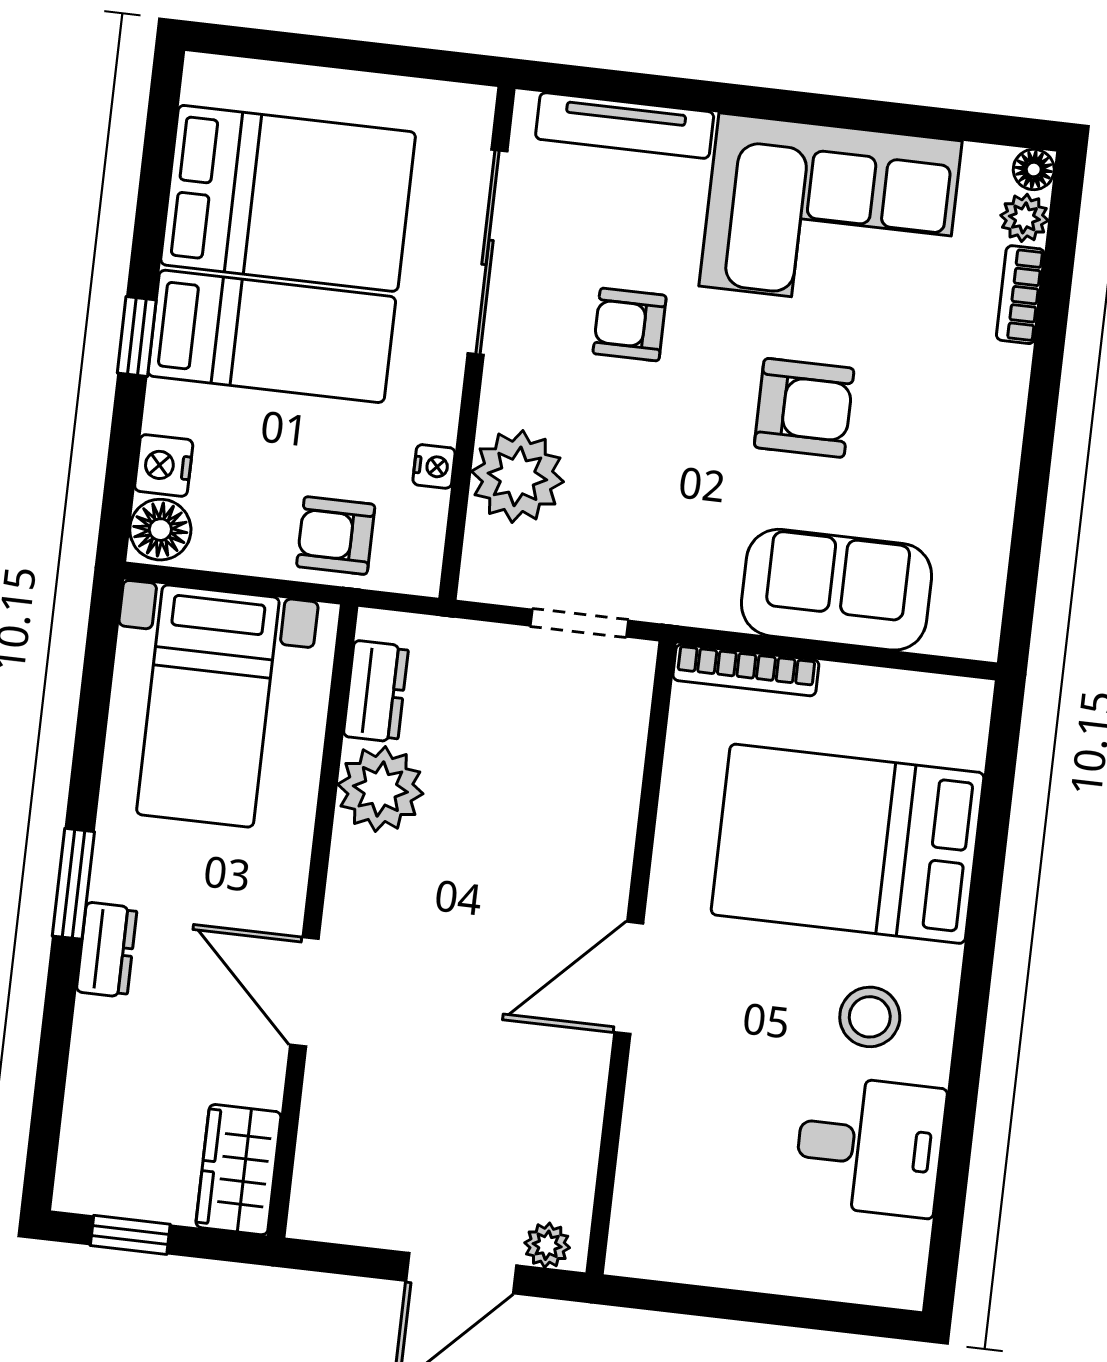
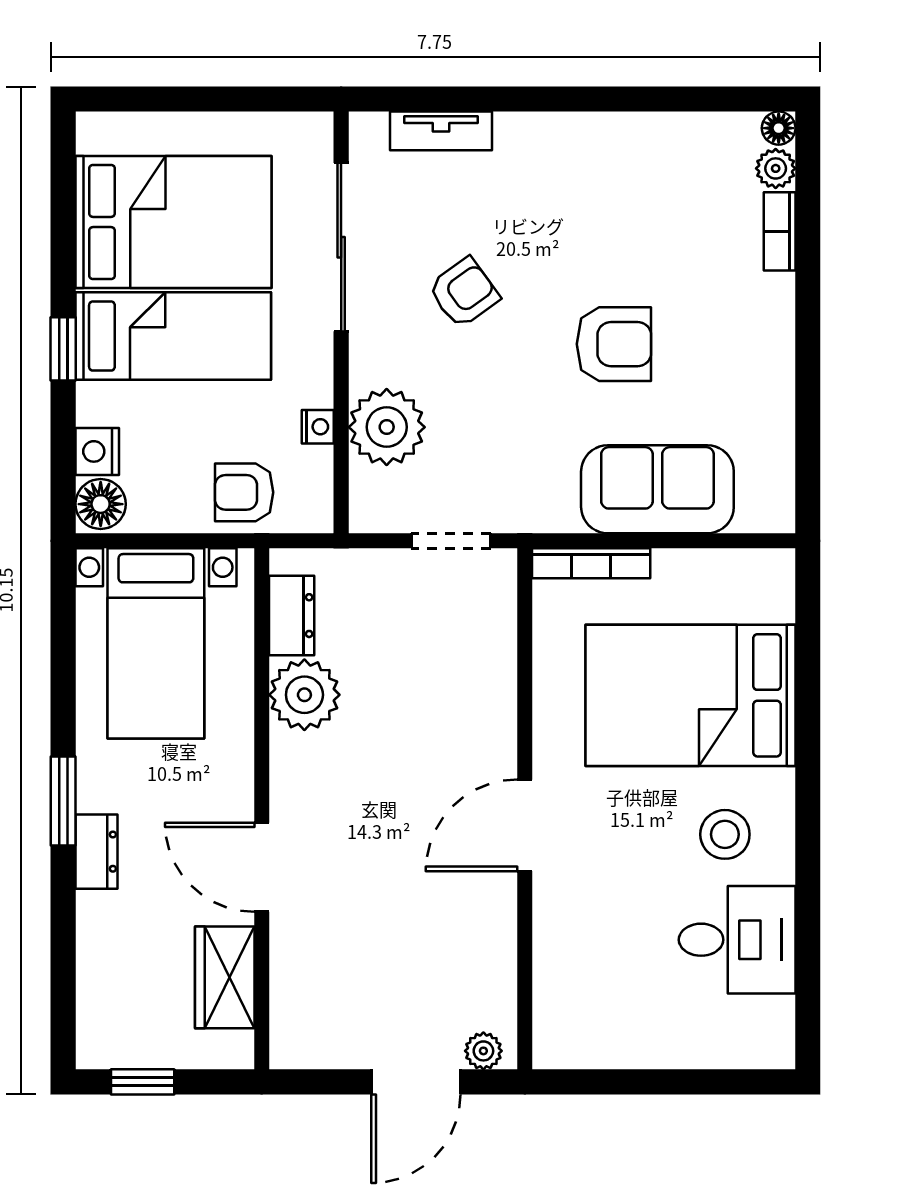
tv unit: (625, 126) -> (441, 131), width x0.71
corner sofa: (831, 213) -> (617, 183), removed
armchair: (630, 325) -> (464, 293), turned 144
wardrobe: (238, 1170) -> (225, 977), moved

